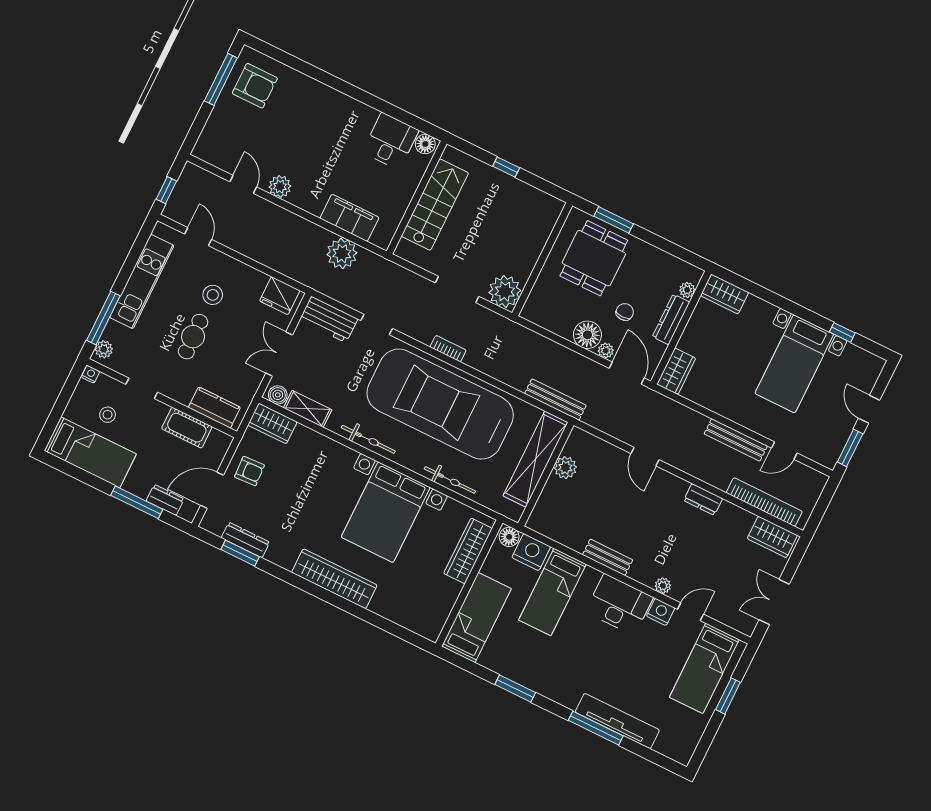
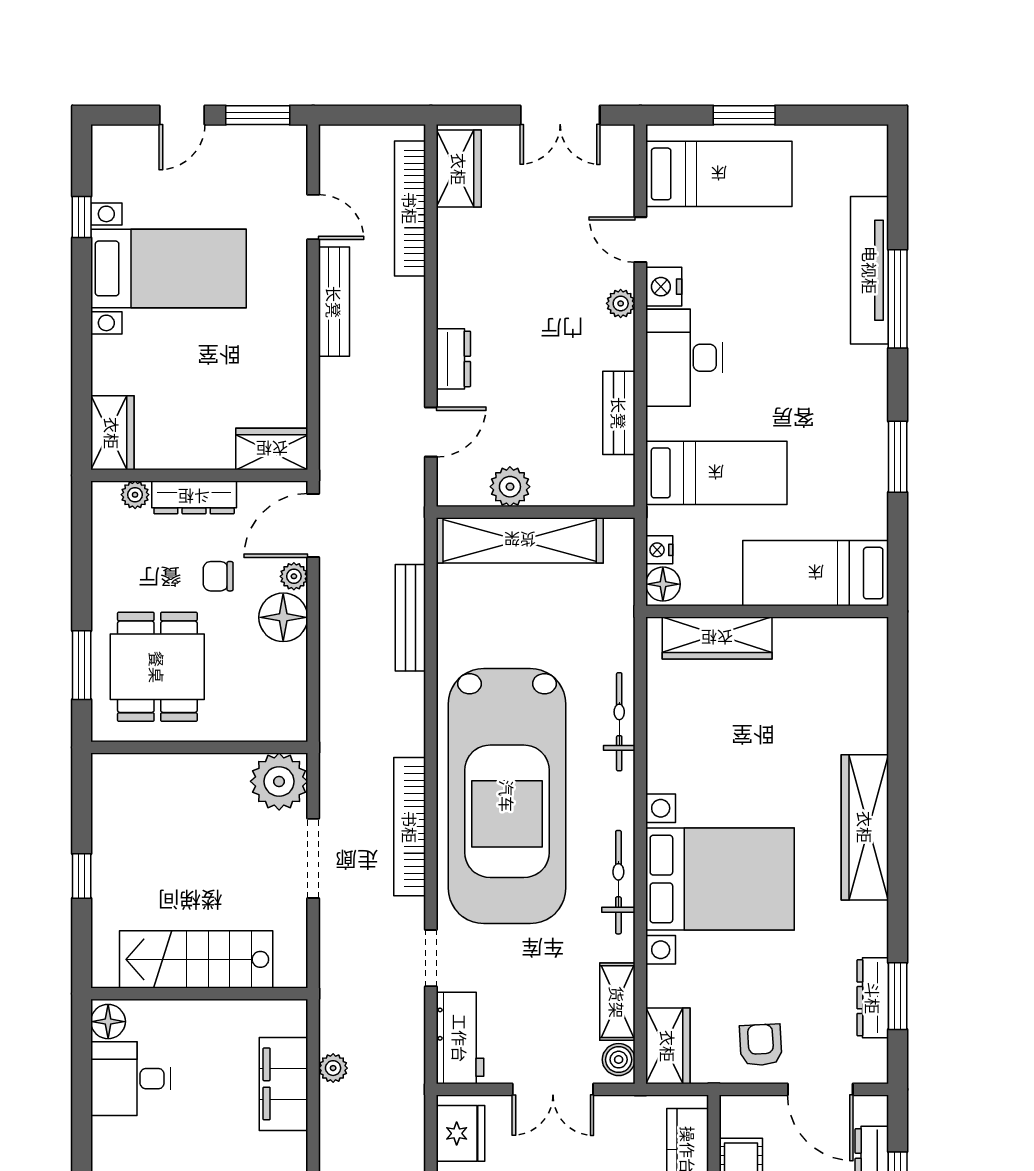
plant: (342, 254) -> (333, 1068), width x0.53, depth x0.53
dining table: (594, 258) -> (157, 667), turned 90
bookcase: (448, 349) -> (410, 827), width x2.31, depth x1.31
shelving: (536, 459) -> (520, 540), moved
plant: (565, 468) -> (510, 487), moved
wall: (546, 474) -> (536, 512), moved
dresser: (703, 499) -> (453, 359), moved
bed with nightstands: (386, 512) -> (720, 879), moved
nightstand: (531, 552) -> (659, 550), width x0.53, depth x0.56

